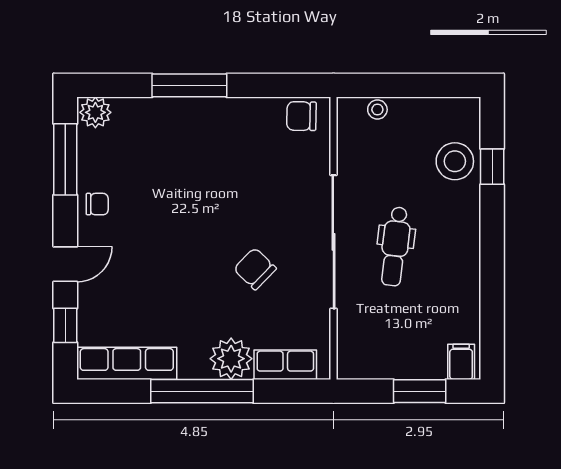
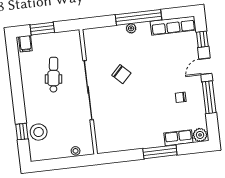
chair: (301, 116) -> (109, 144), removed
window: (65, 159) -> (209, 97), moved
chair: (97, 204) -> (181, 97), moved
dental chair: (395, 246) -> (54, 75), moved
plant: (231, 359) -> (131, 28), width x0.53, depth x0.53
row of seats: (285, 365) -> (178, 138), moved, turned 180

